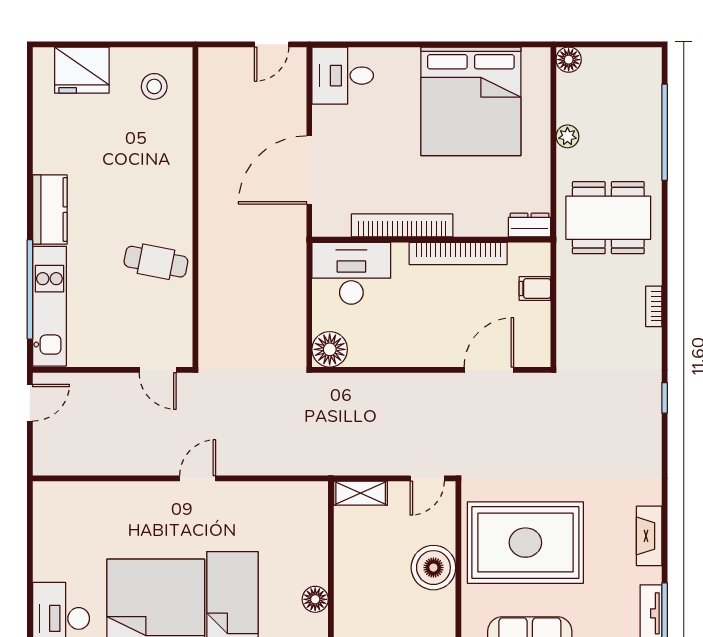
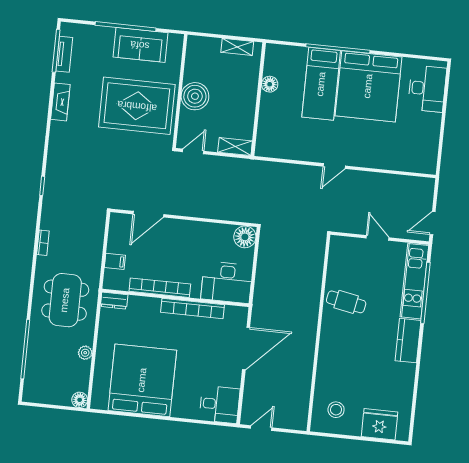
dining table: (608, 218) -> (65, 300), turned 90
door: (158, 370) -> (378, 238), moved

